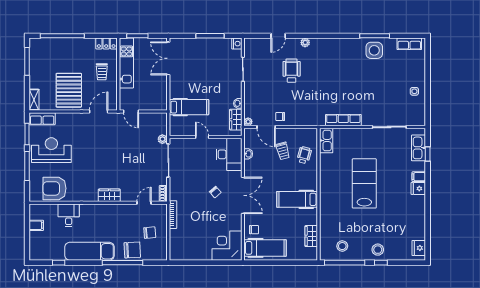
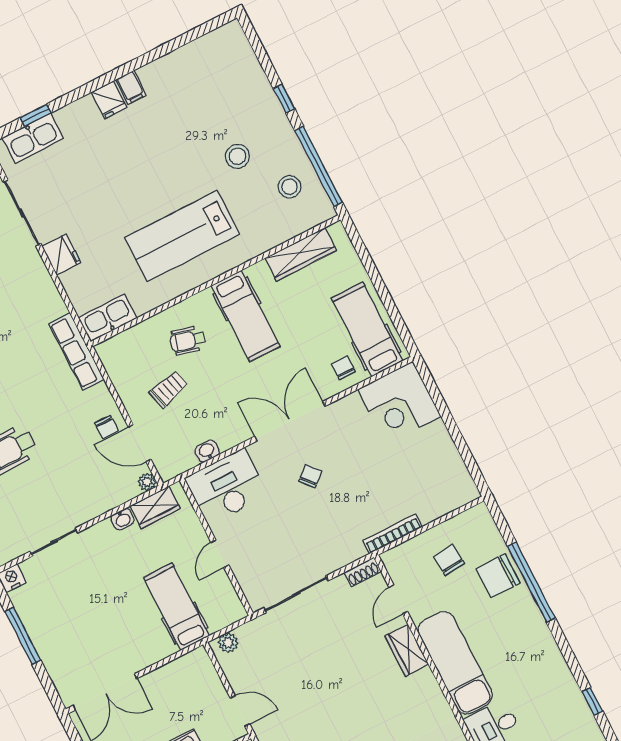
door: (131, 111) -> (240, 711), hinge flipped
row of seats: (343, 120) -> (77, 352), moved
door: (266, 127) -> (140, 443), swing flipped
plant: (162, 139) -> (228, 643), moved
wheelchair: (304, 155) -> (188, 340), moved
filing cabinet: (419, 177) -> (131, 87), moved
lab bench: (364, 183) -> (182, 236), moved
wardrobe: (109, 195) -> (407, 650), moved
door: (144, 203) -> (398, 599), hinge flipped
wardrobe: (311, 236) -> (301, 254), width x1.50
fridge: (419, 248) -> (61, 254), moved, turned -90
chair: (132, 250) -> (498, 576), turned -87
stool: (378, 250) -> (238, 156), moved
exam couch: (89, 251) -> (455, 663), moved, turned 180

